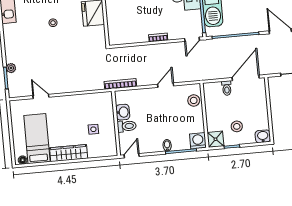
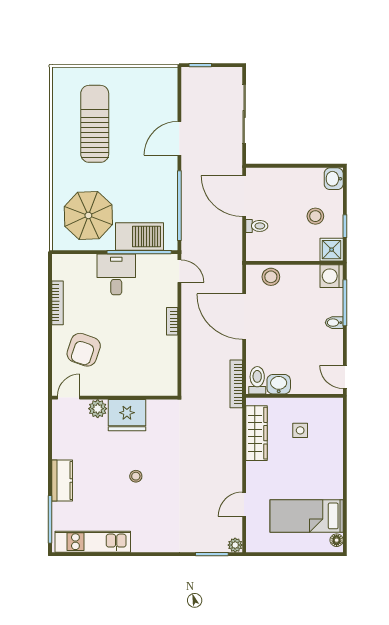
plant: (11, 68) -> (235, 545), moved
door: (166, 85) -> (244, 317), width x1.88
toilet: (127, 126) -> (257, 380), moved
wardrobe: (69, 153) -> (257, 433), moved, turned 180

